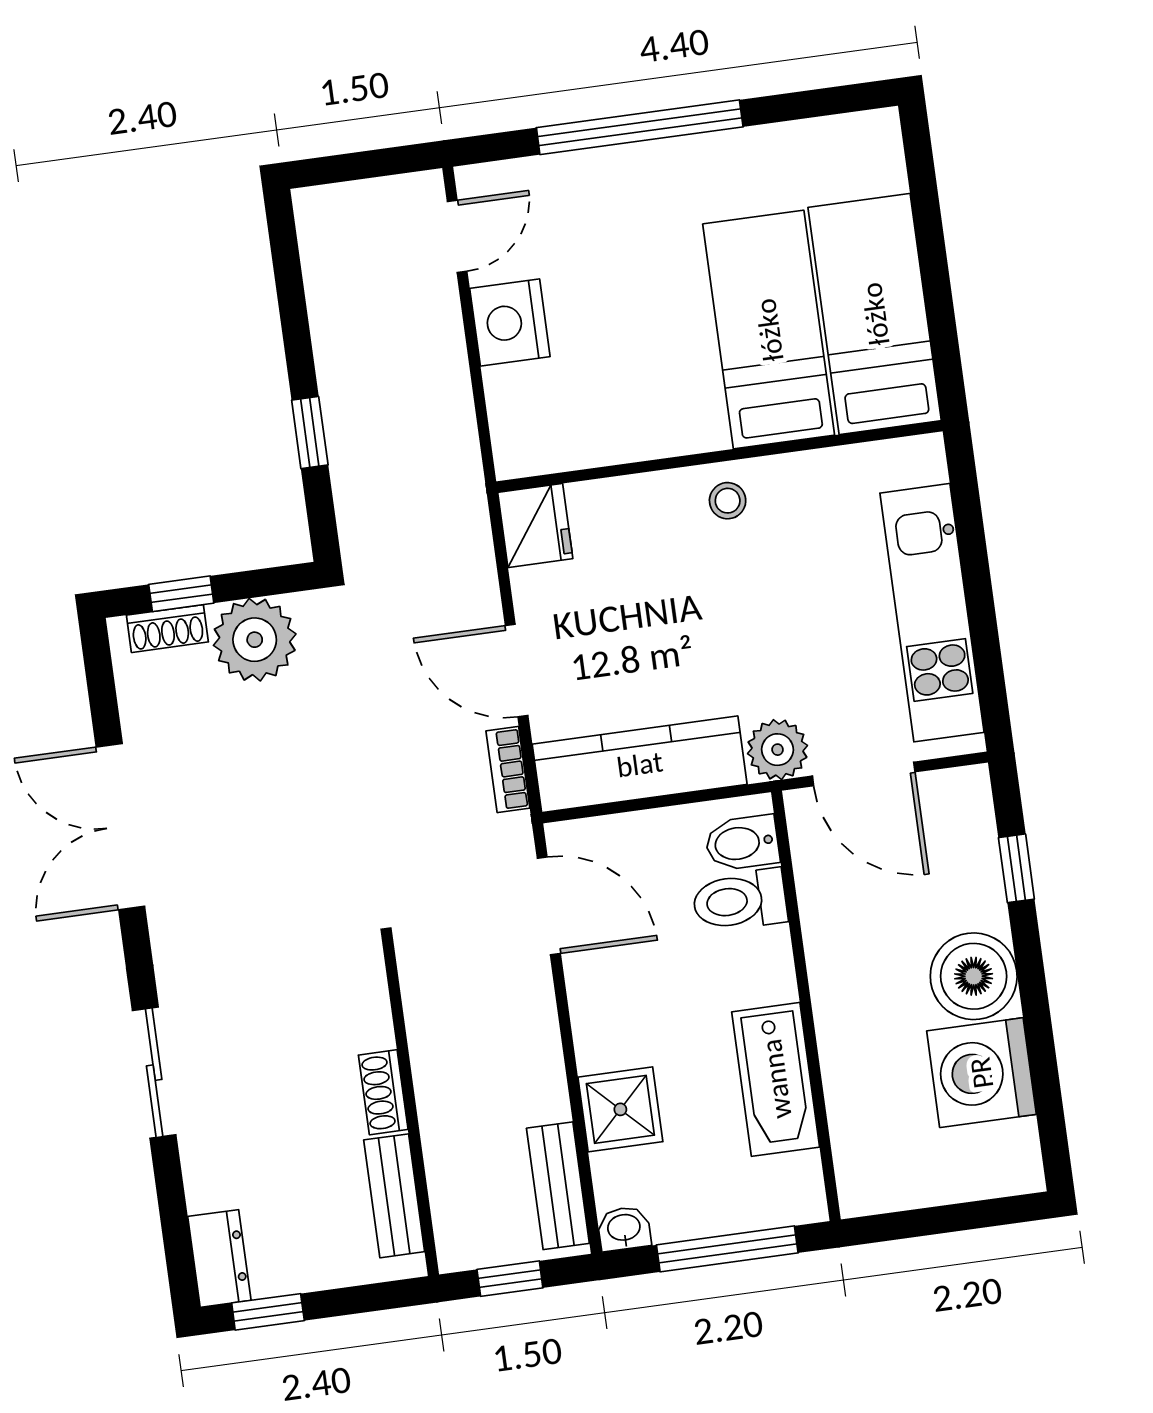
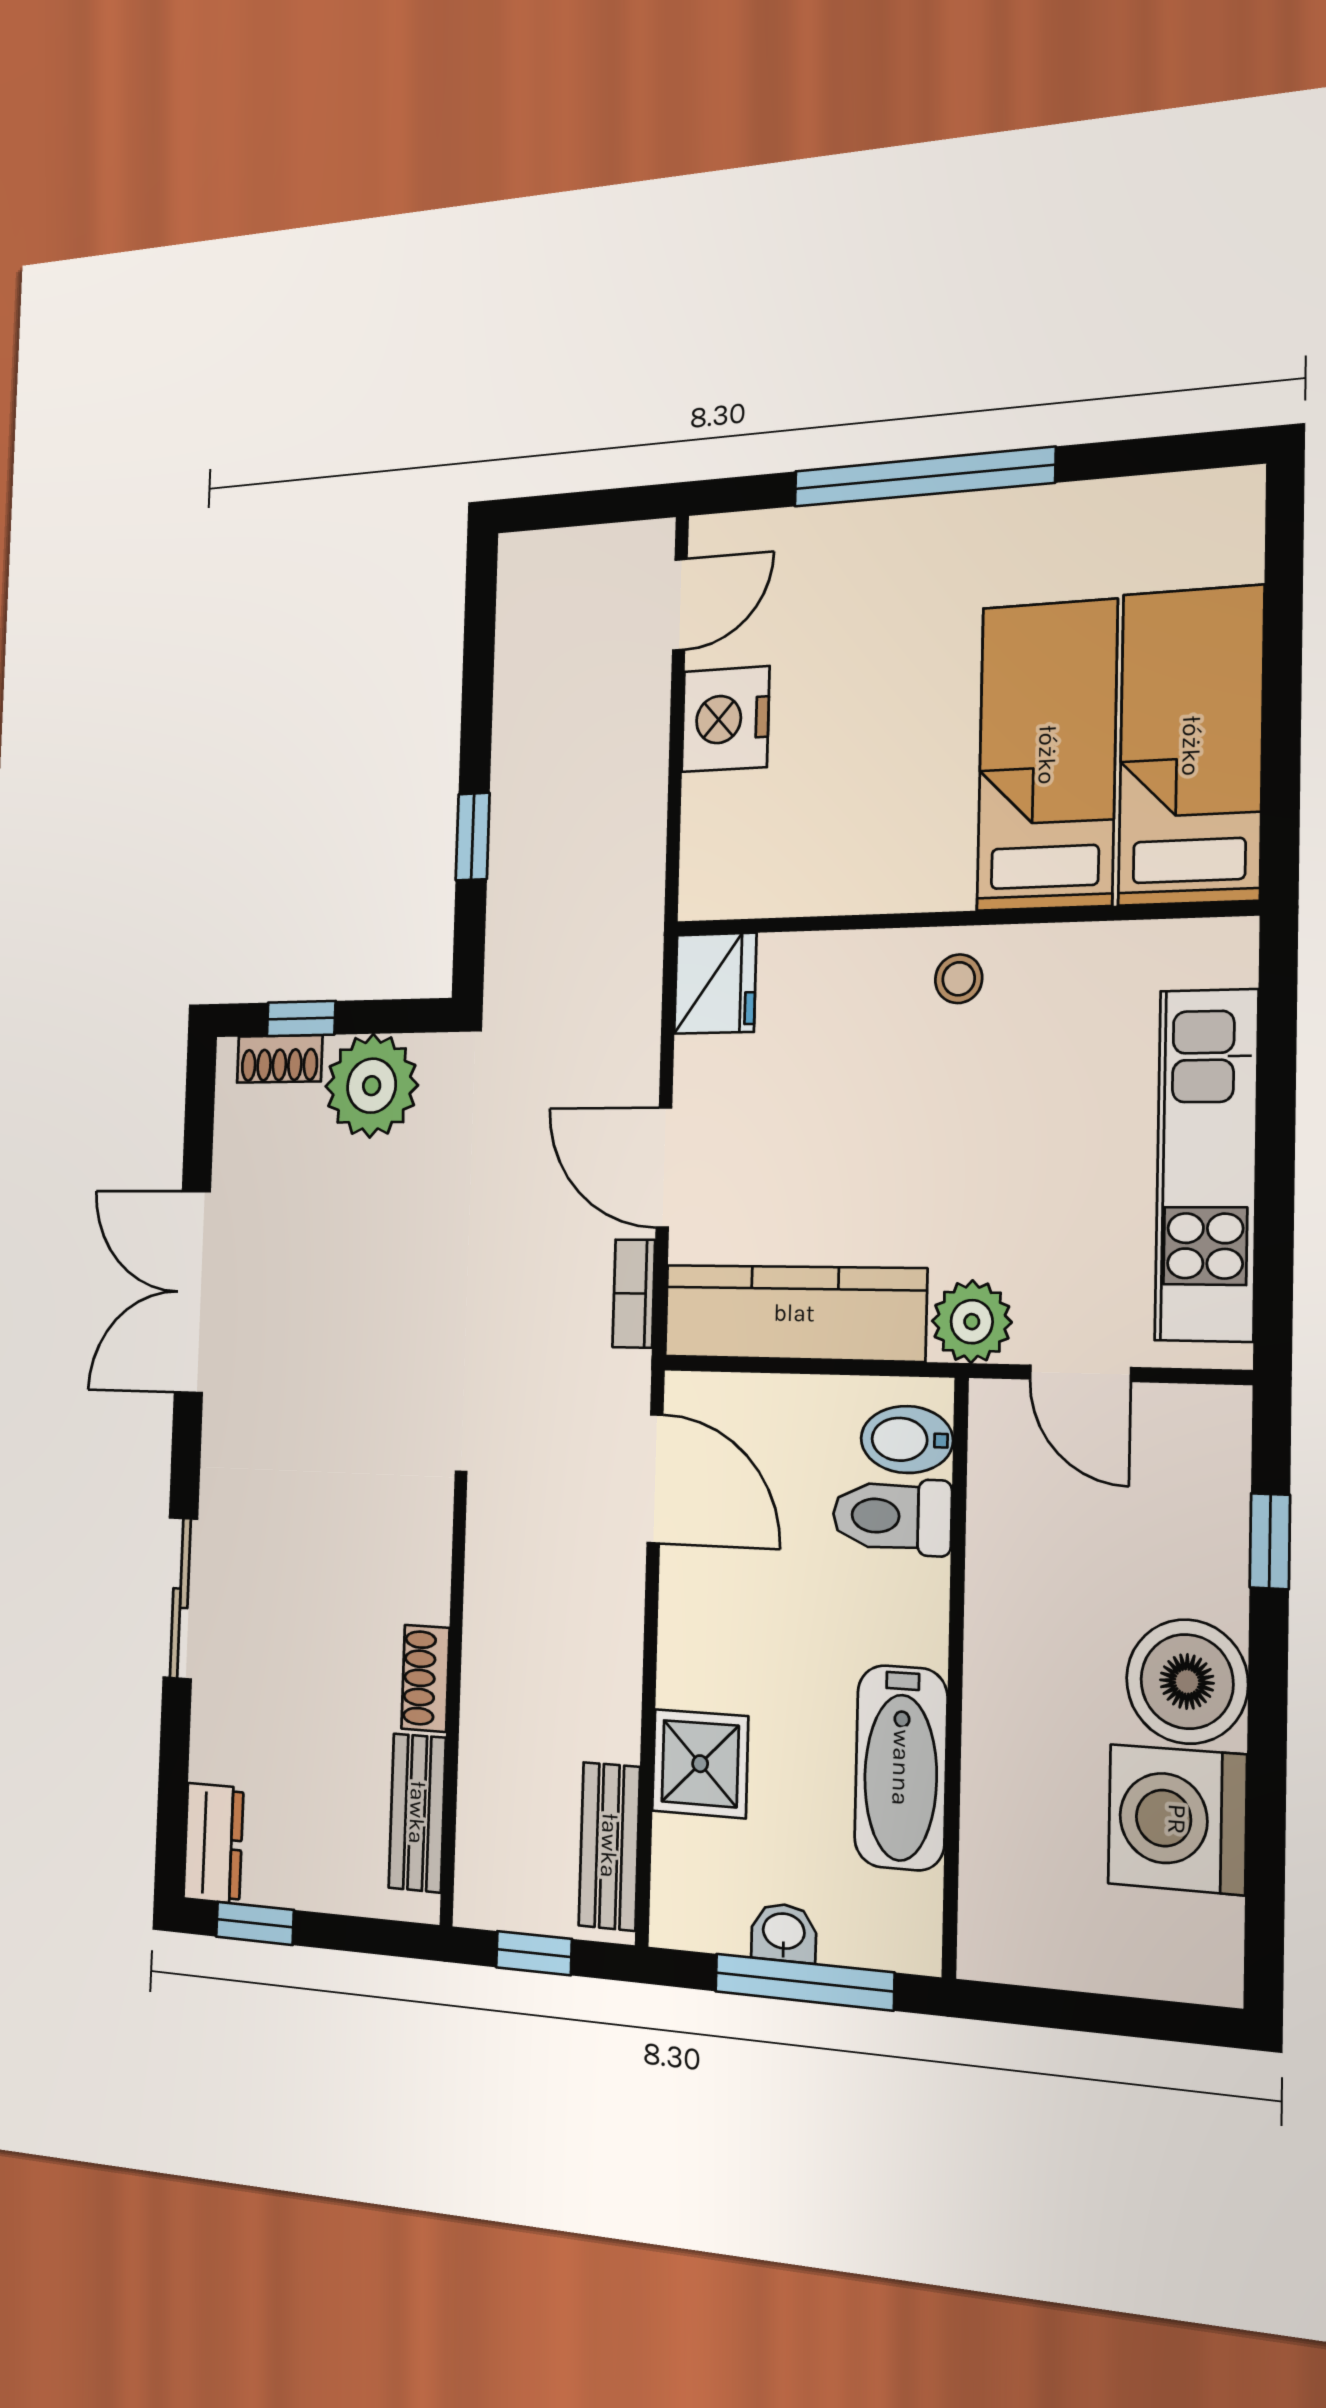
door: (864, 774) -> (1080, 1373), width x0.73
washbasin: (624, 1229) -> (784, 1933), moved

